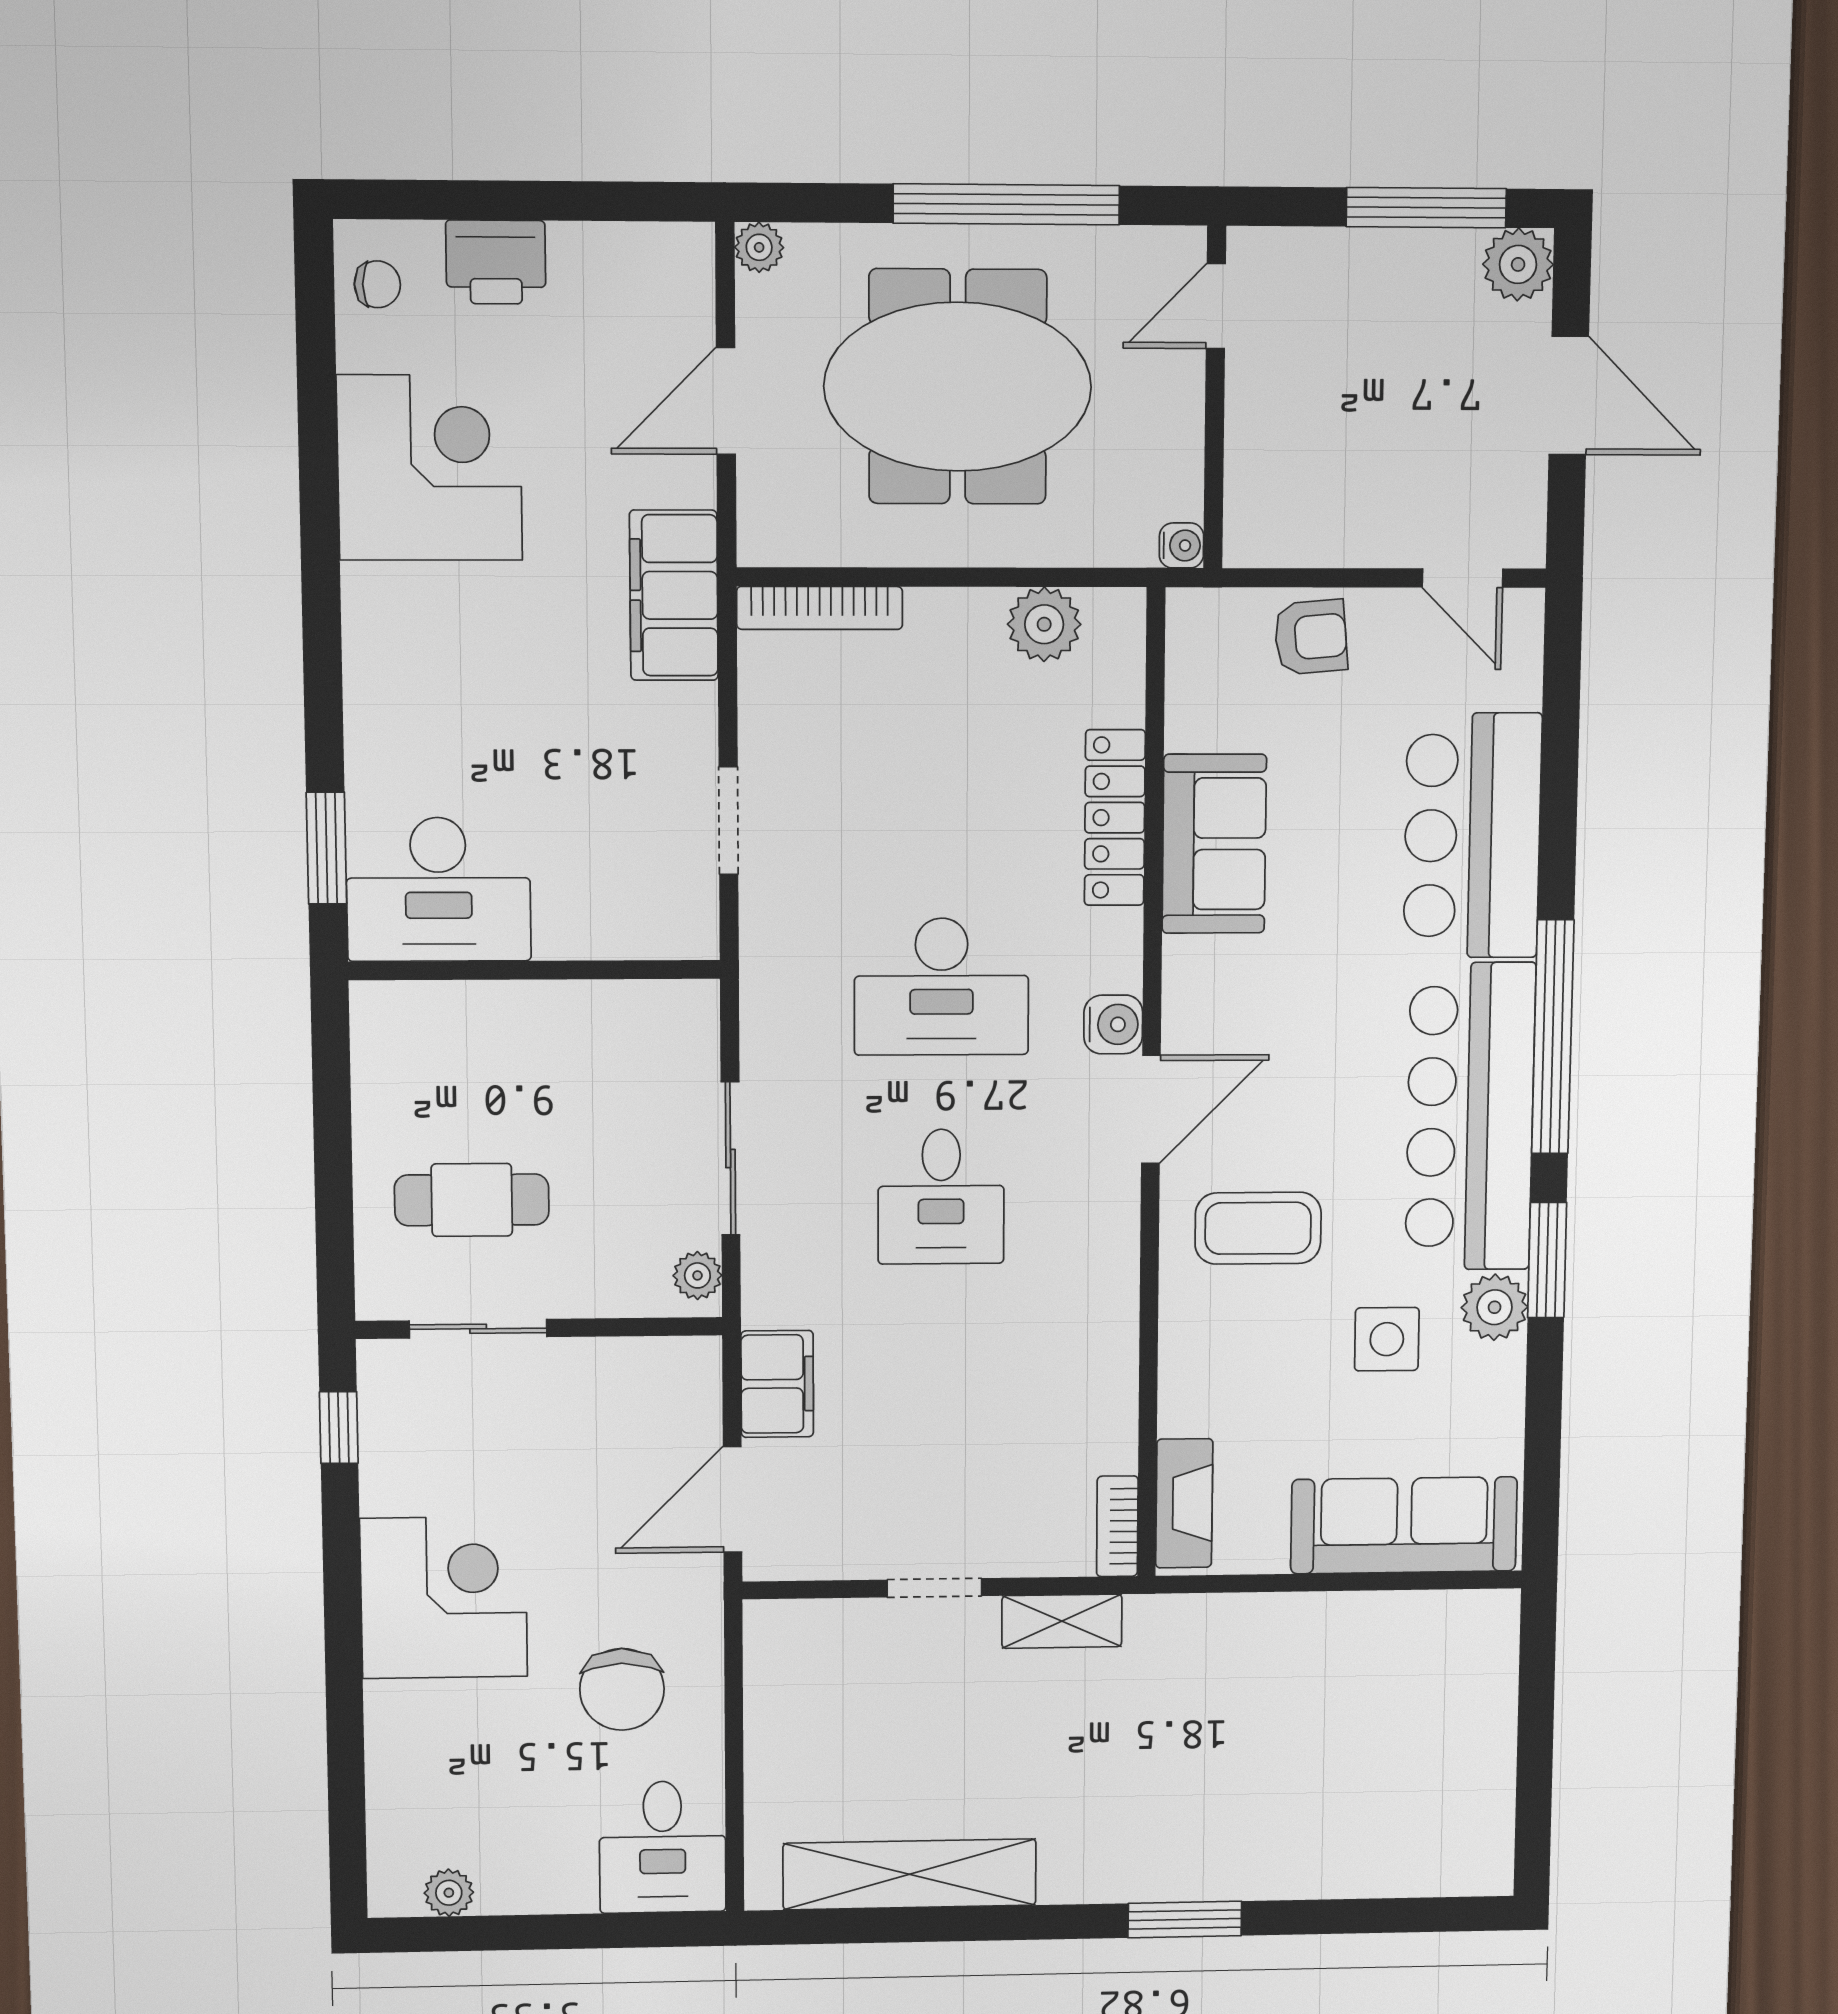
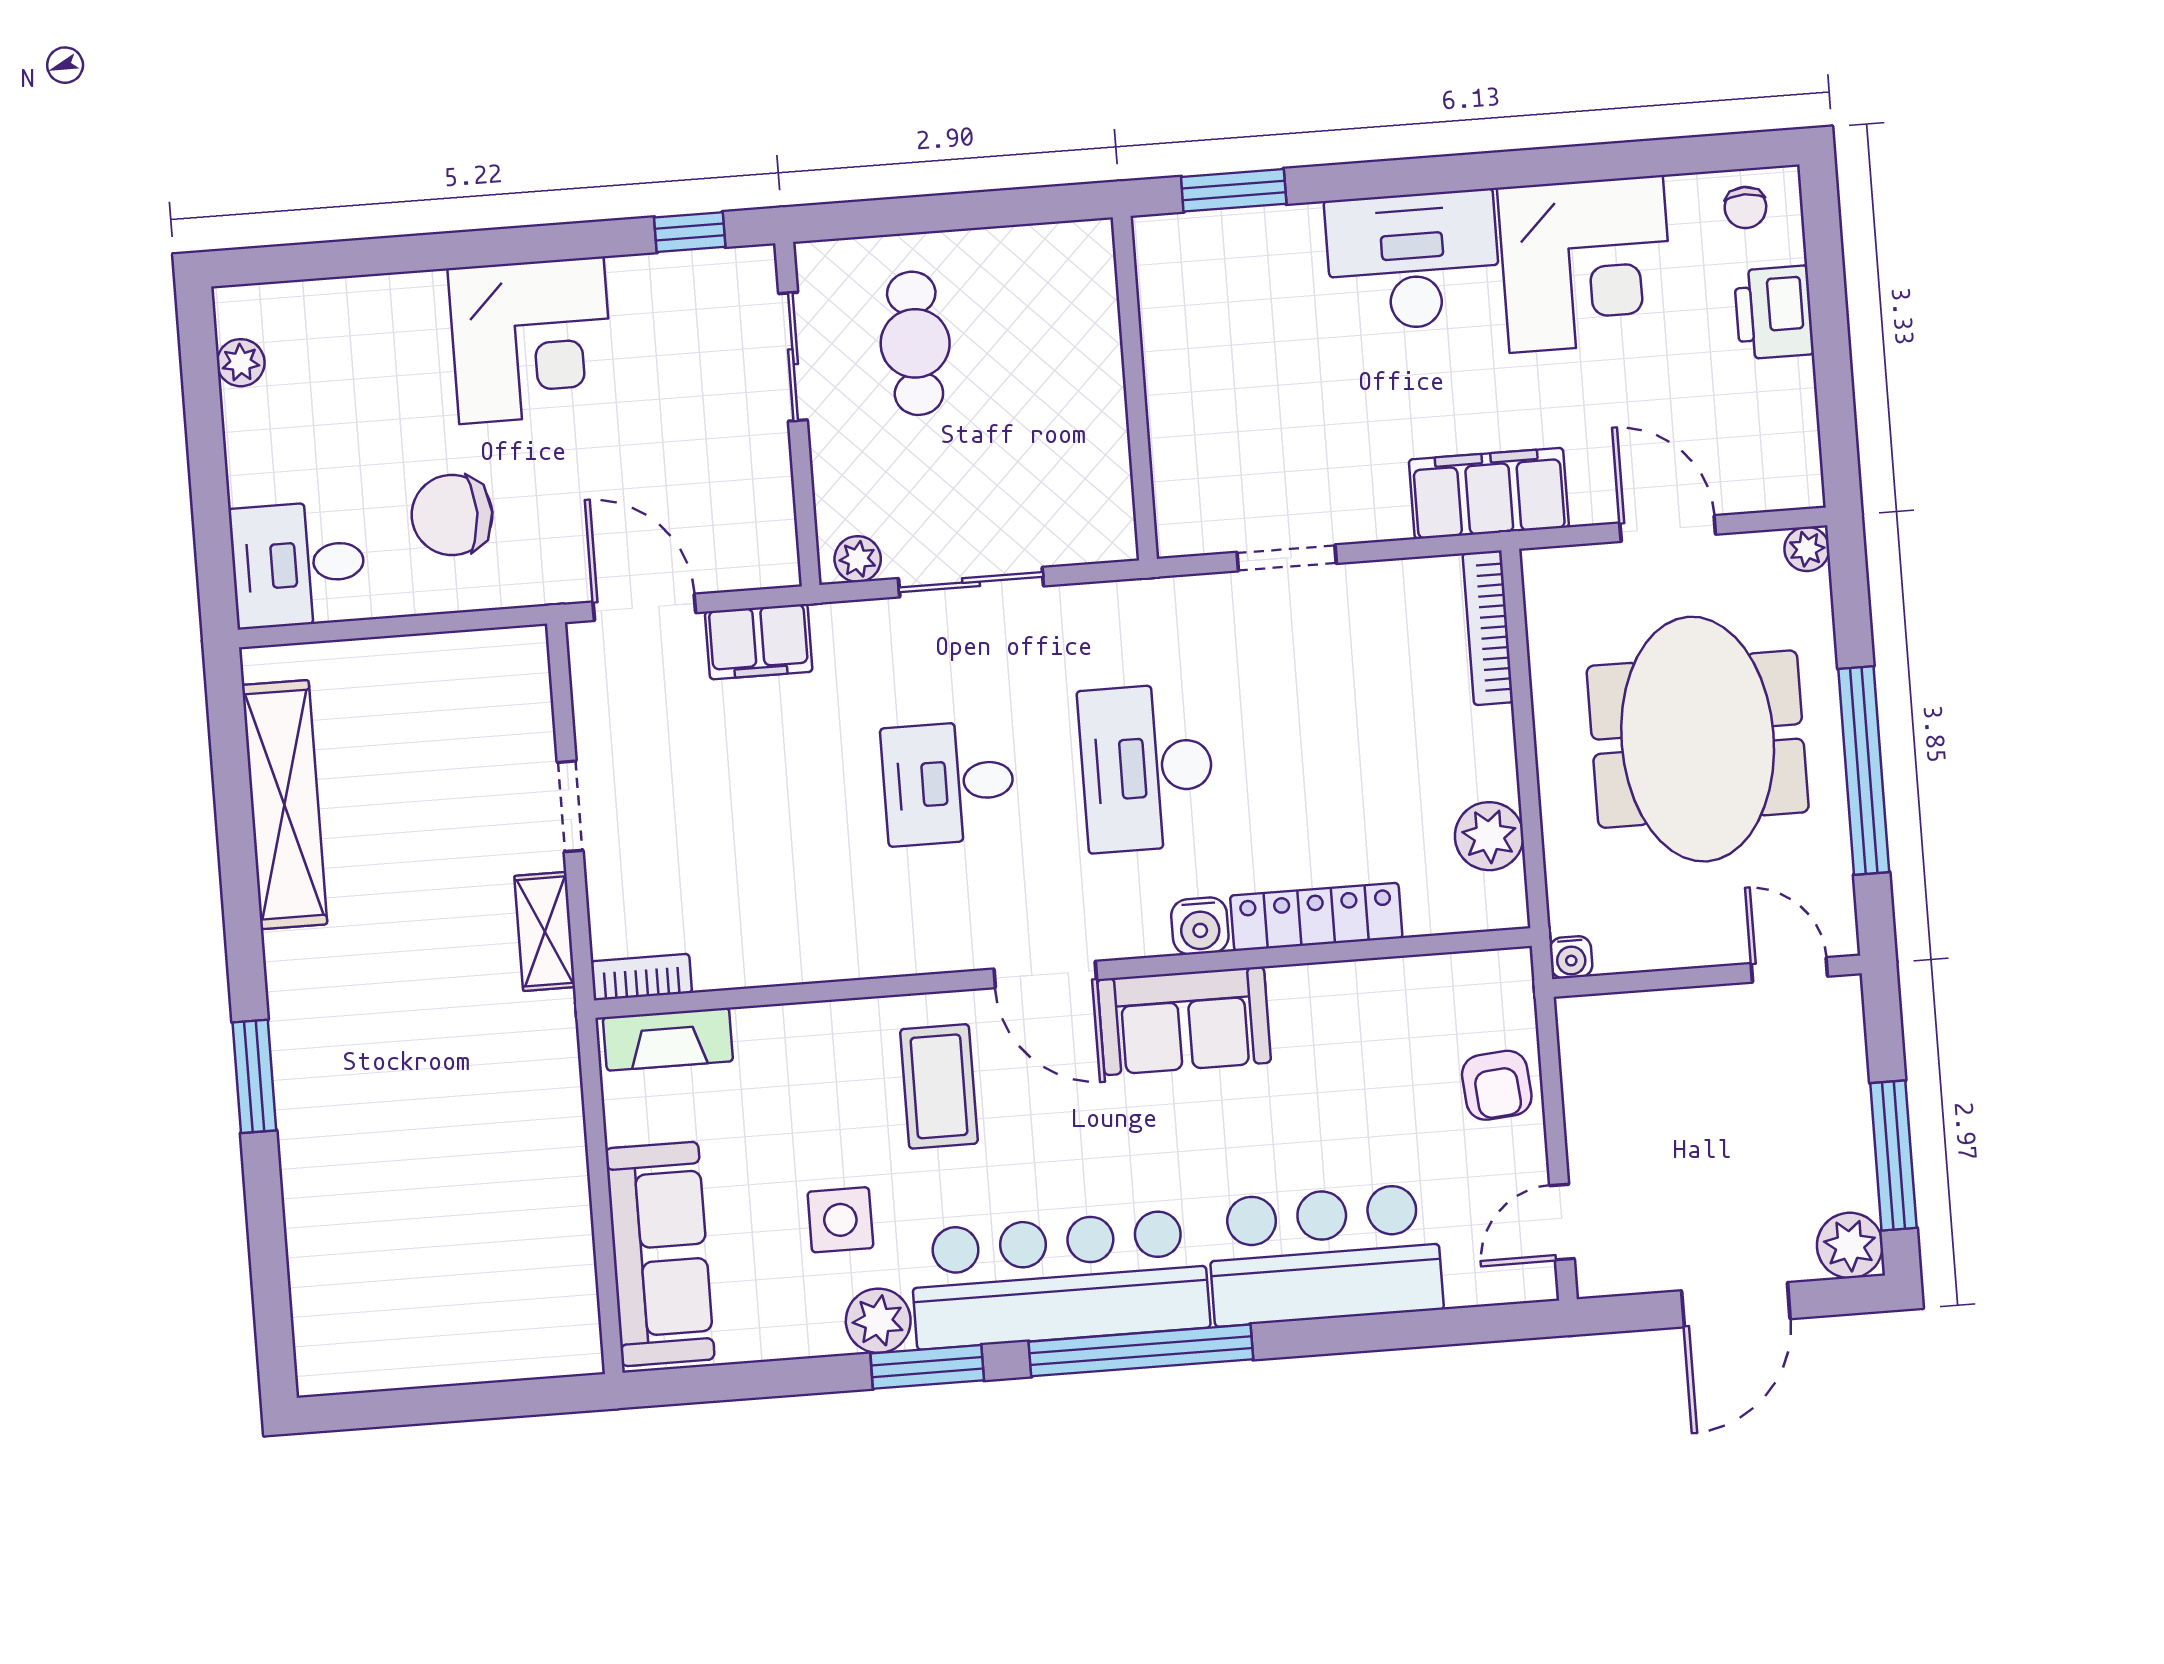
sofa: (1214, 844) -> (1184, 1021), moved
desk: (438, 889) -> (1413, 261), moved, turned 90
water cooler: (1113, 1024) -> (1200, 926), moved

